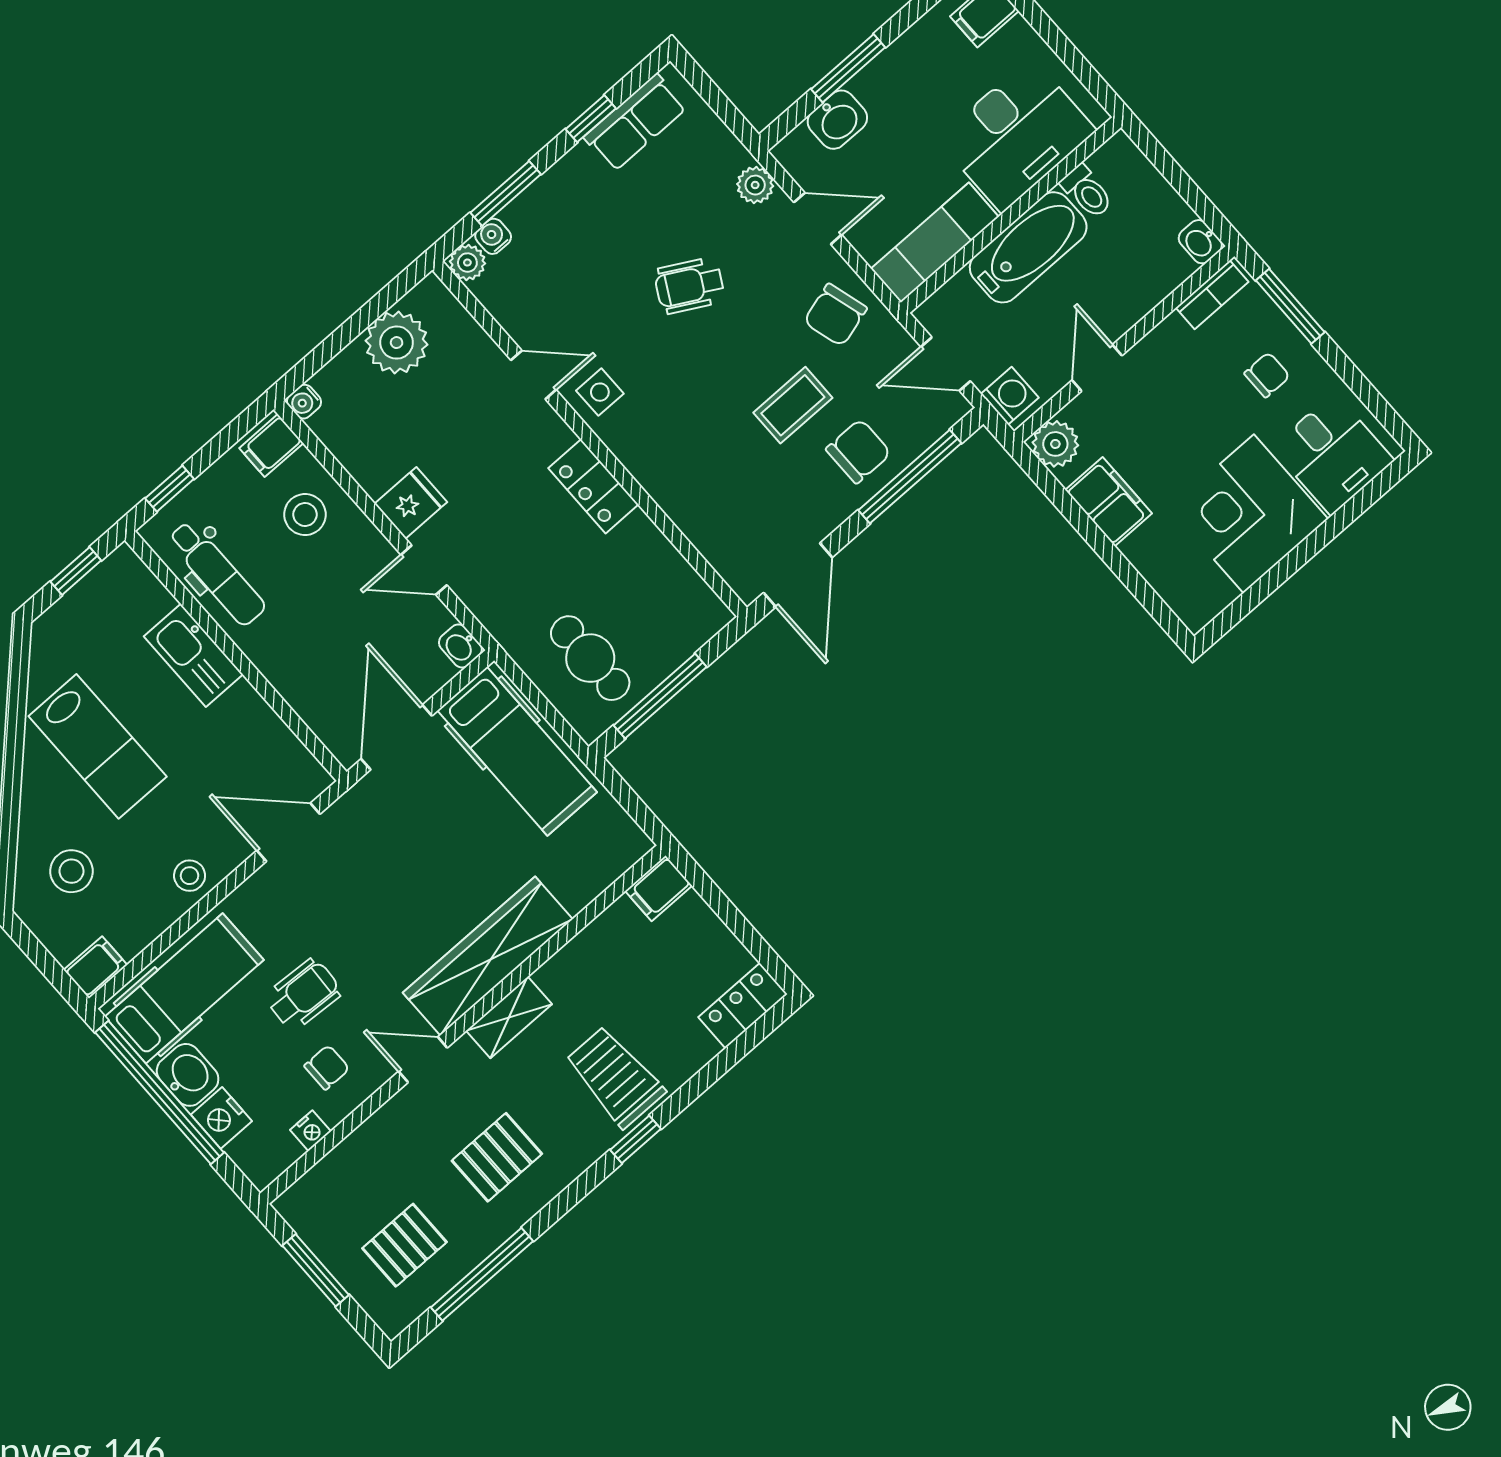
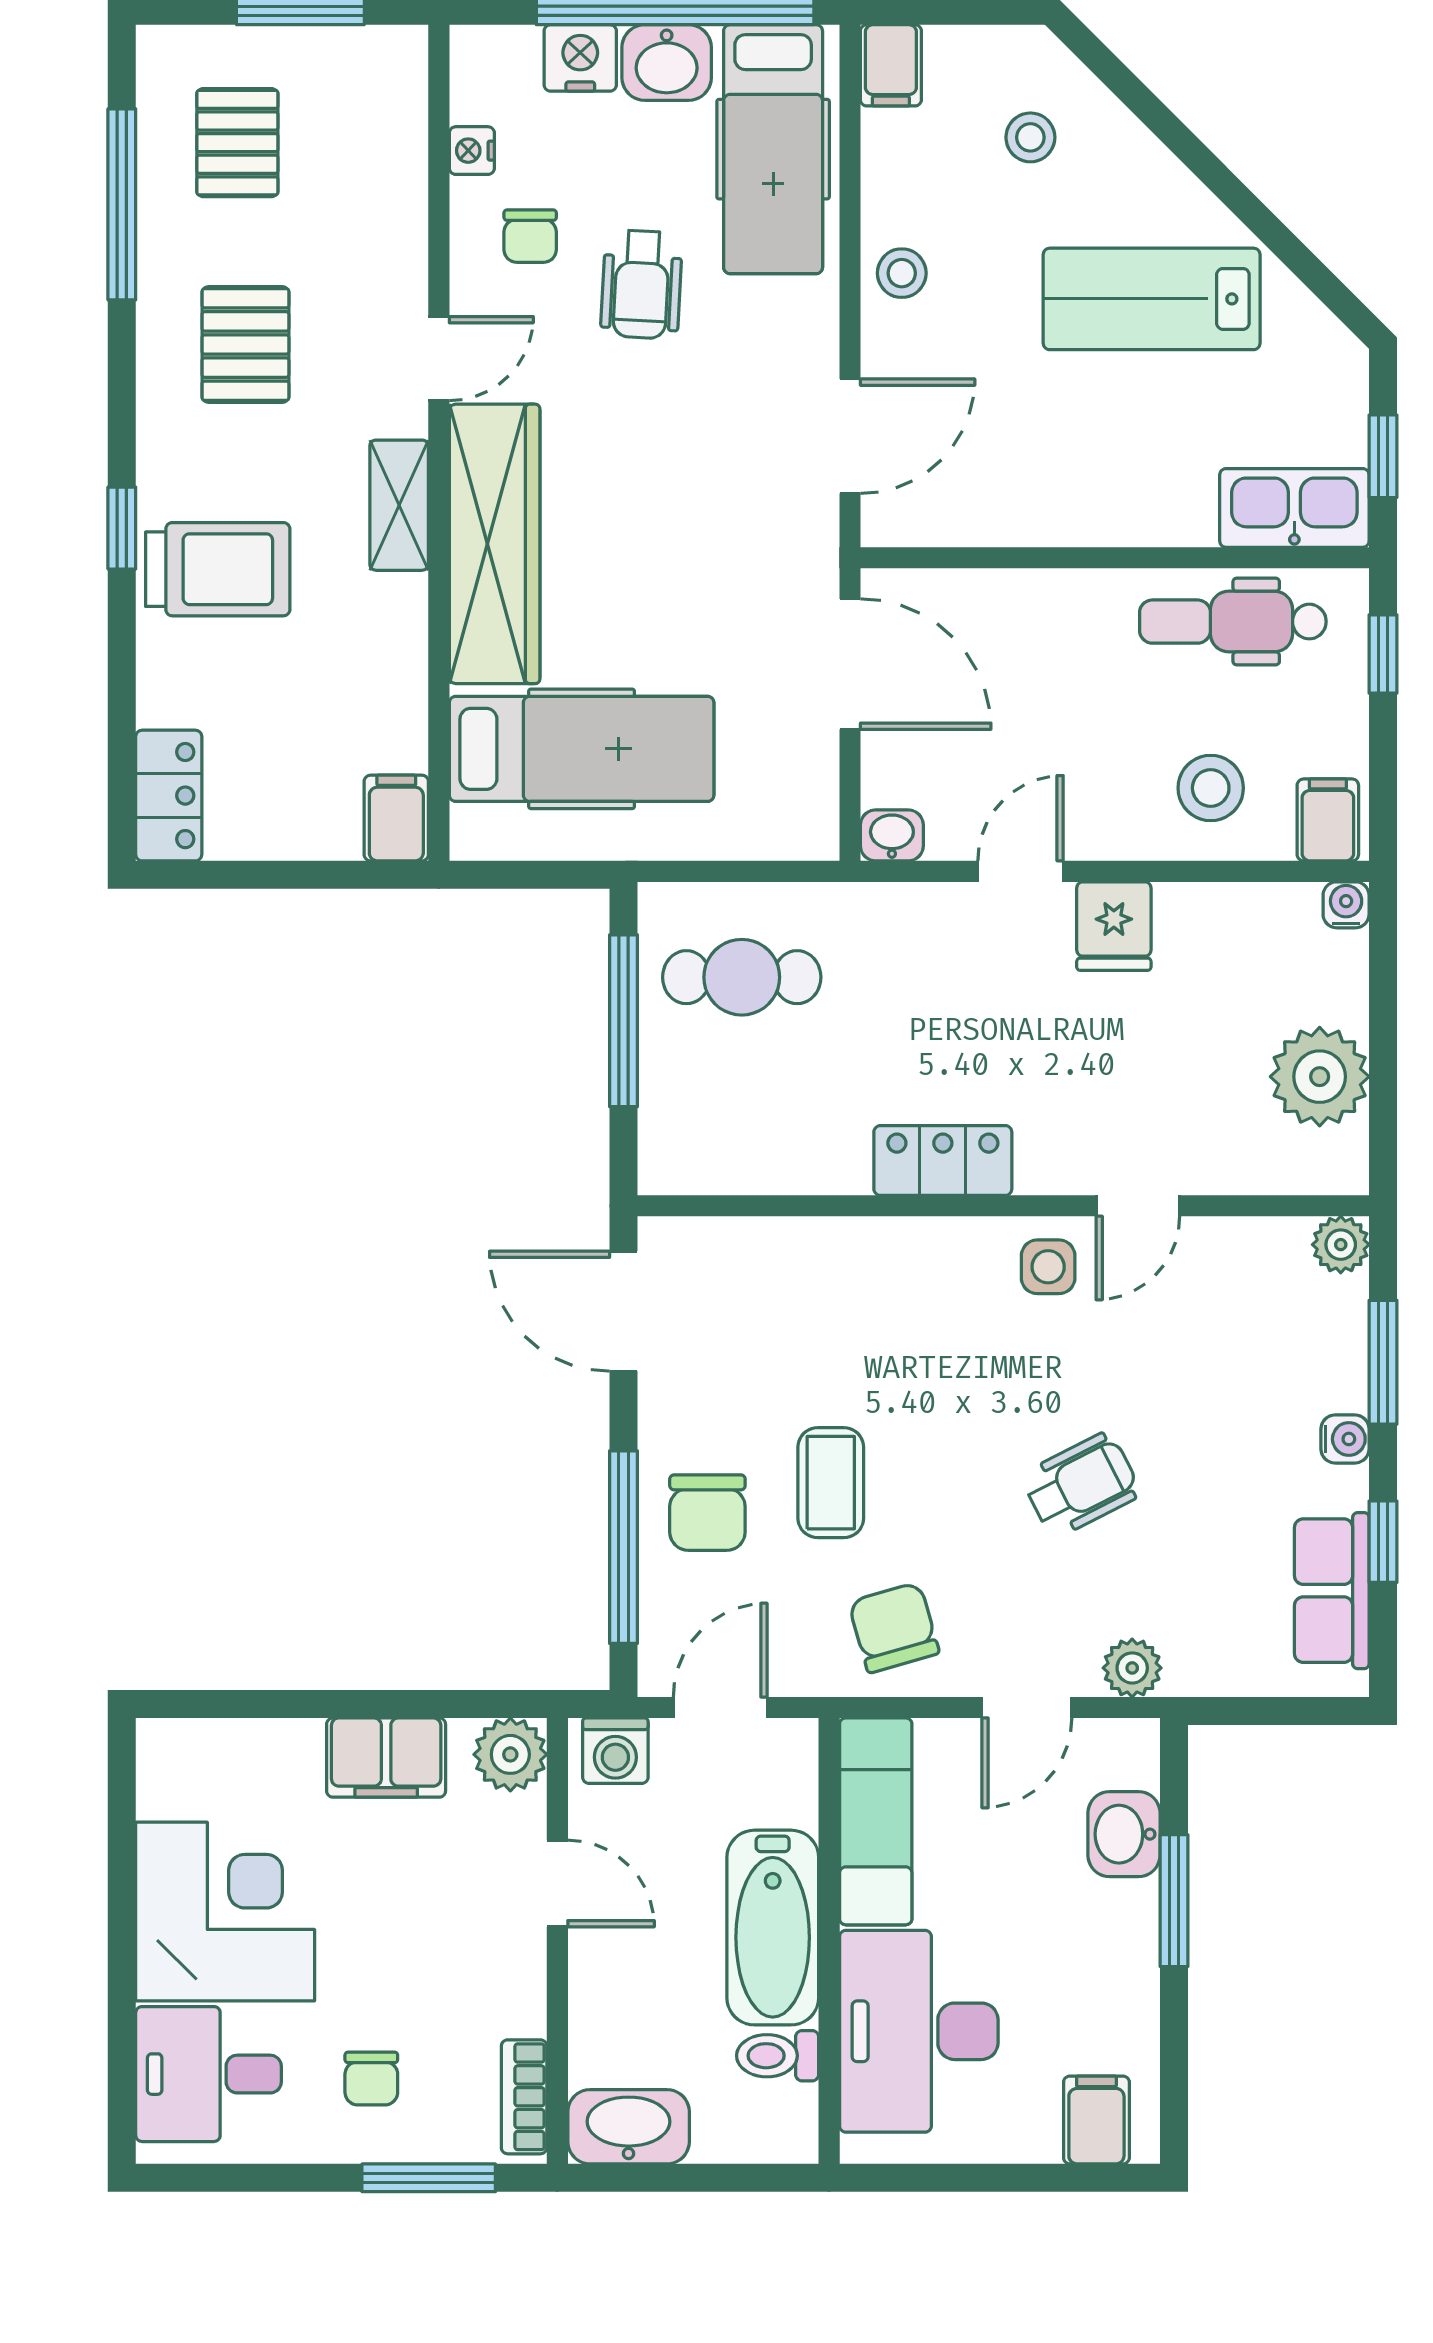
water cooler: (493, 236) -> (1345, 1439), moved
washbasin: (1200, 242) -> (629, 2127), width x1.91, depth x1.45
wheelchair: (689, 286) -> (1081, 1485), turned 34
kitchen sink: (193, 655) -> (1294, 508), moved
hospital bed: (517, 751) -> (582, 749), moved, turned 180
stool: (71, 871) -> (1030, 137), width x0.73, depth x0.73

